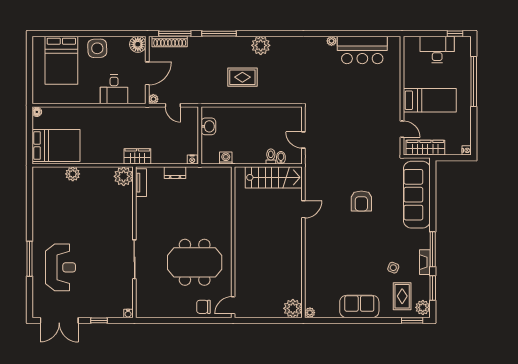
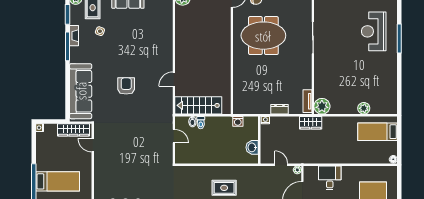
bed: (430, 100) -> (58, 181), moved, turned 180
bed: (56, 146) -> (377, 132), width x0.67

